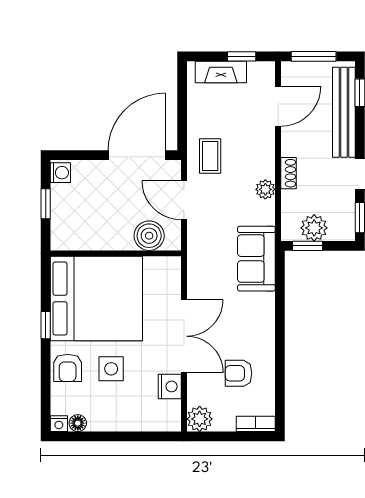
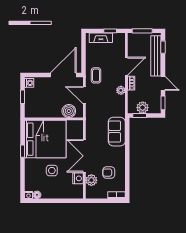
door: (278, 106) -> (126, 66), moved
sofa: (256, 259) -> (117, 132), moved
double door: (184, 336) -> (84, 156), swing flipped
armchair: (68, 368) -> (32, 170), removed
plant: (200, 419) -> (91, 180), moved

